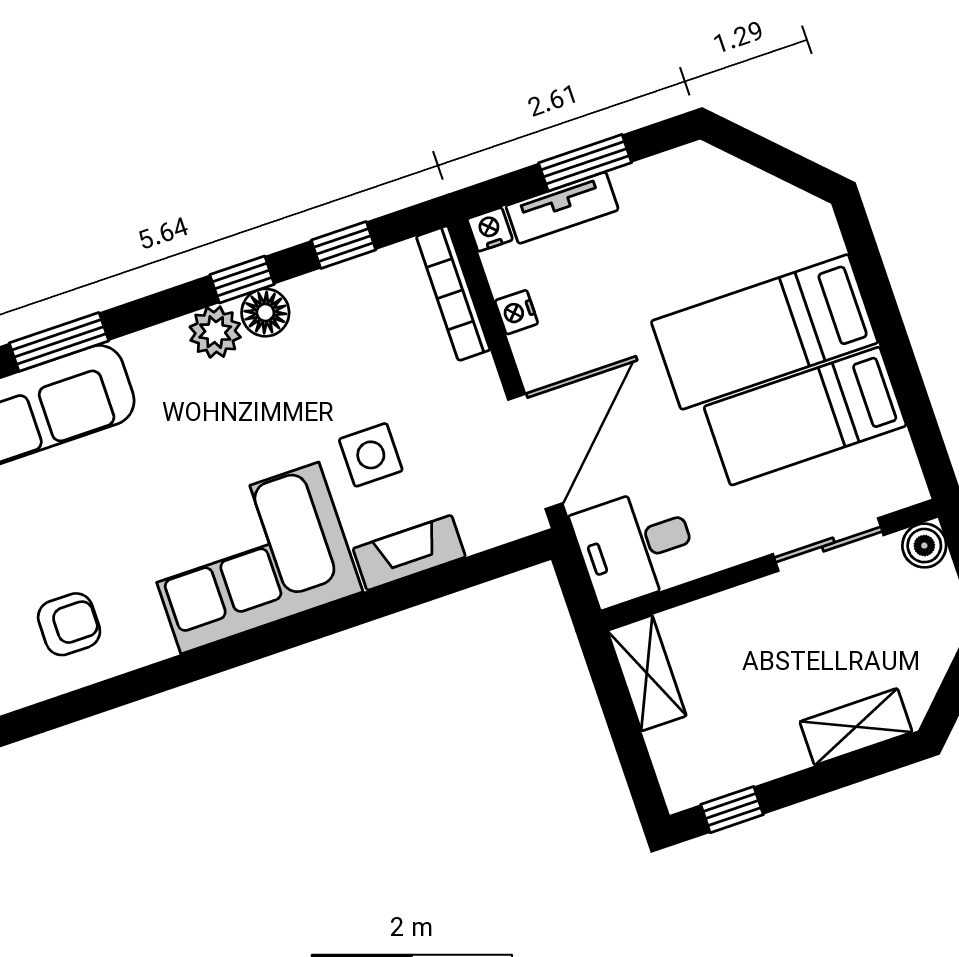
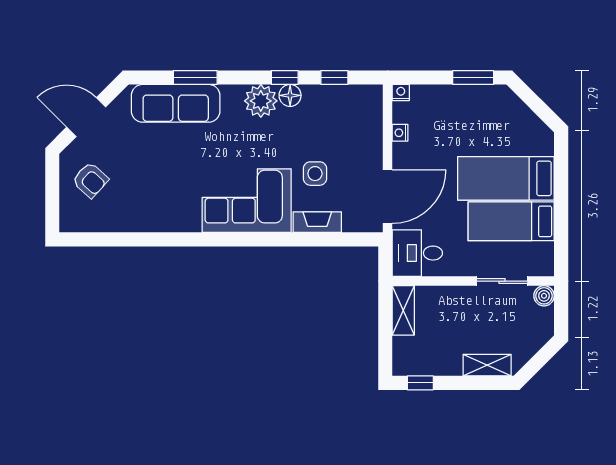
window: (585, 163) -> (473, 78), moved
tv unit: (562, 208) -> (436, 94), removed
bookcase: (453, 293) -> (375, 115), removed
plant: (215, 332) -> (261, 101), width x1.36, depth x1.36
armchair: (69, 624) -> (158, 203), removed

